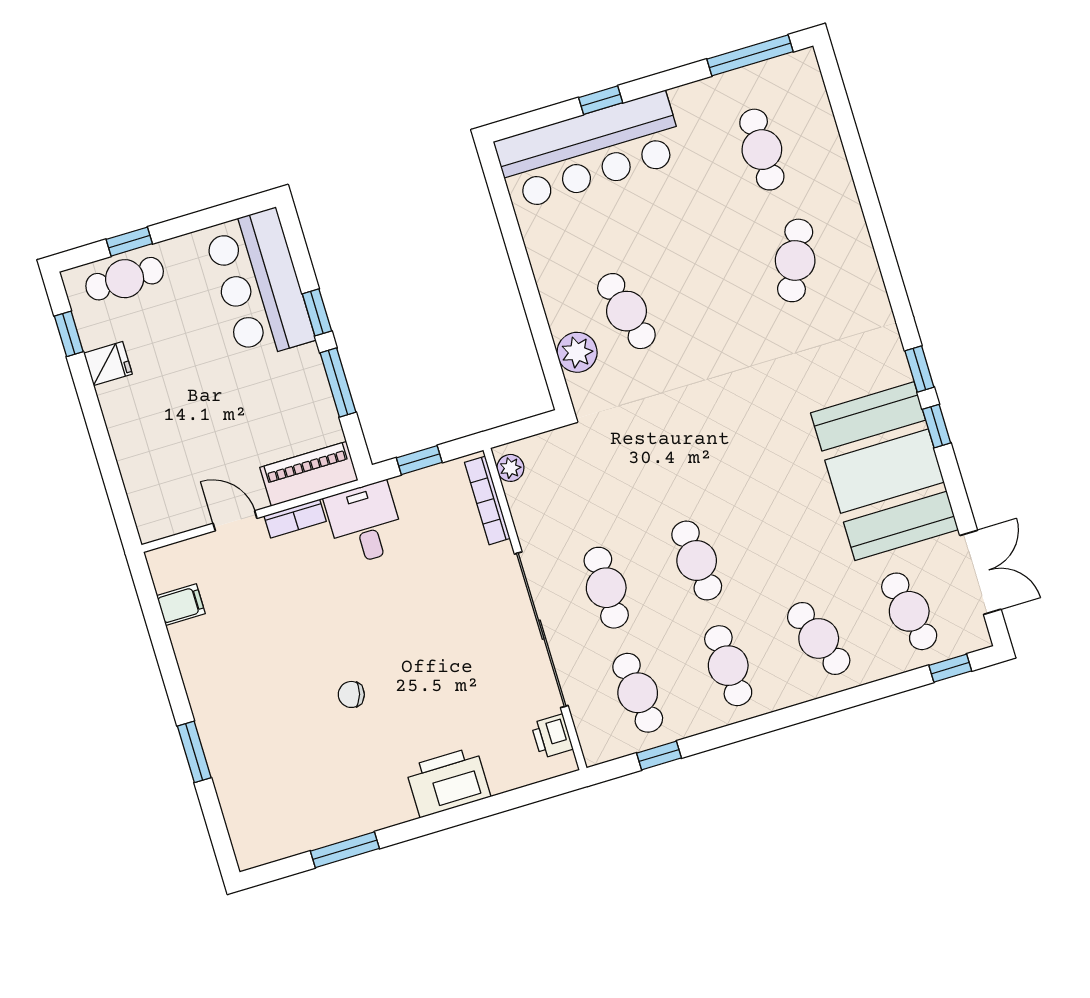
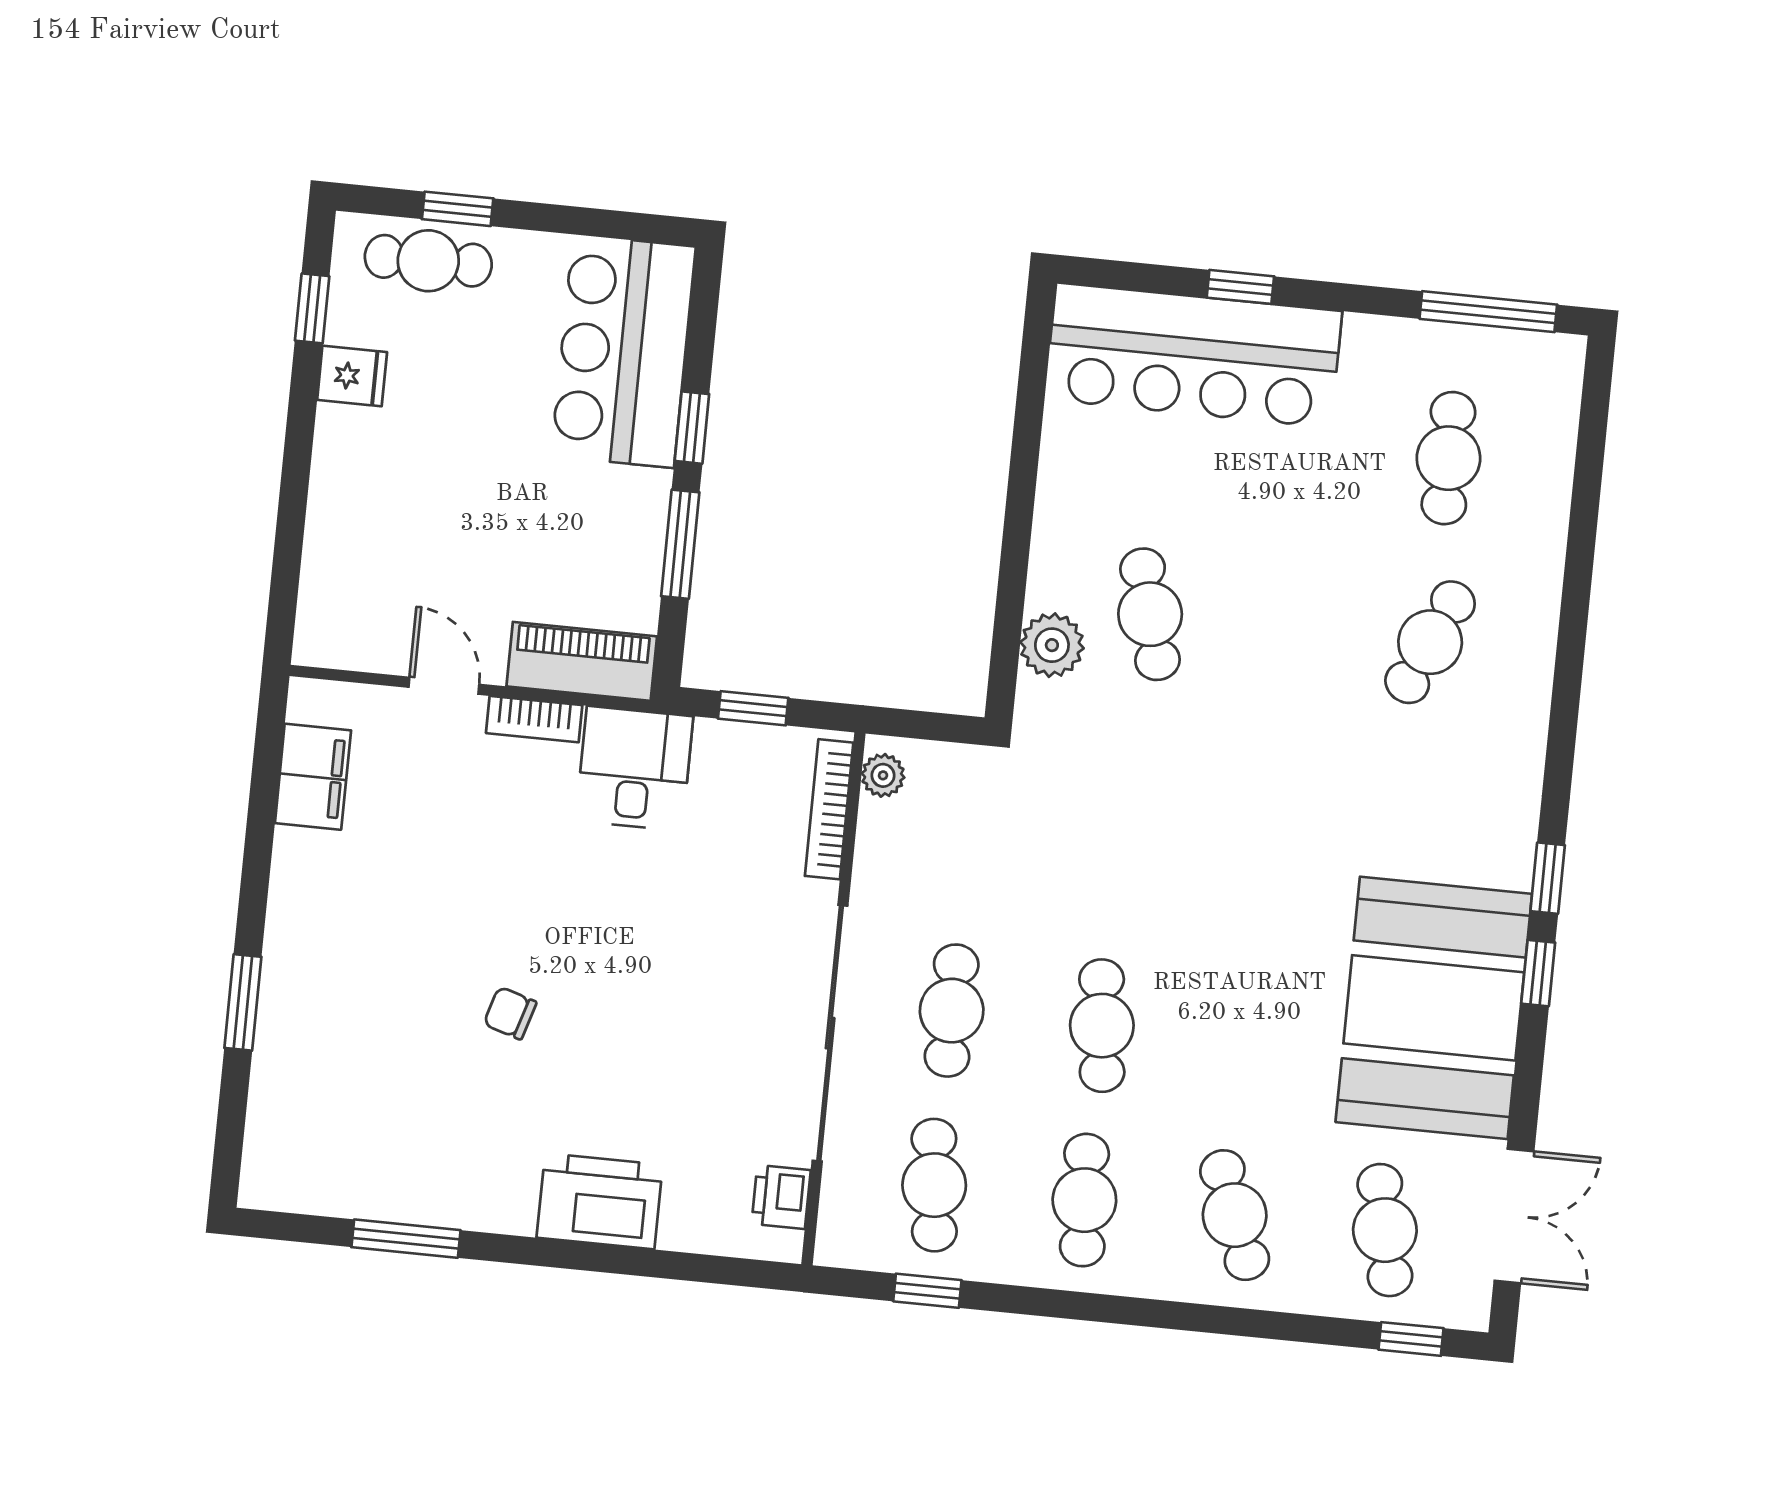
filing cabinet: (181, 605) -> (313, 777), width x2.00

